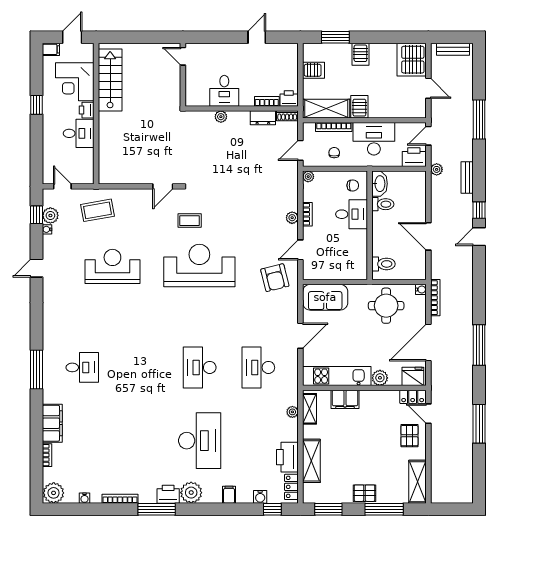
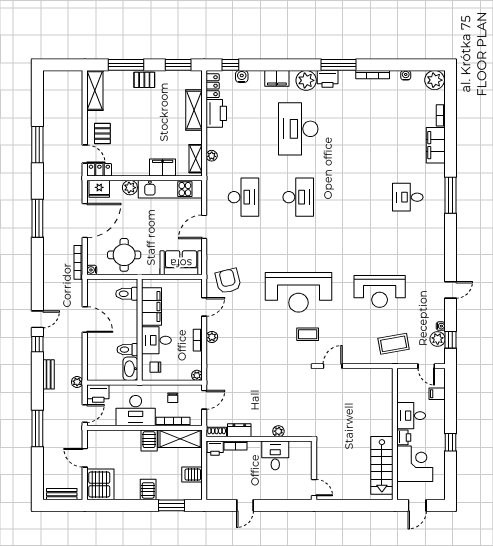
filing cabinet: (51, 49) -> (437, 394), moved
filing cabinet: (357, 250) -> (152, 307), added
filing cabinet: (229, 495) -> (277, 78), width x2.00

